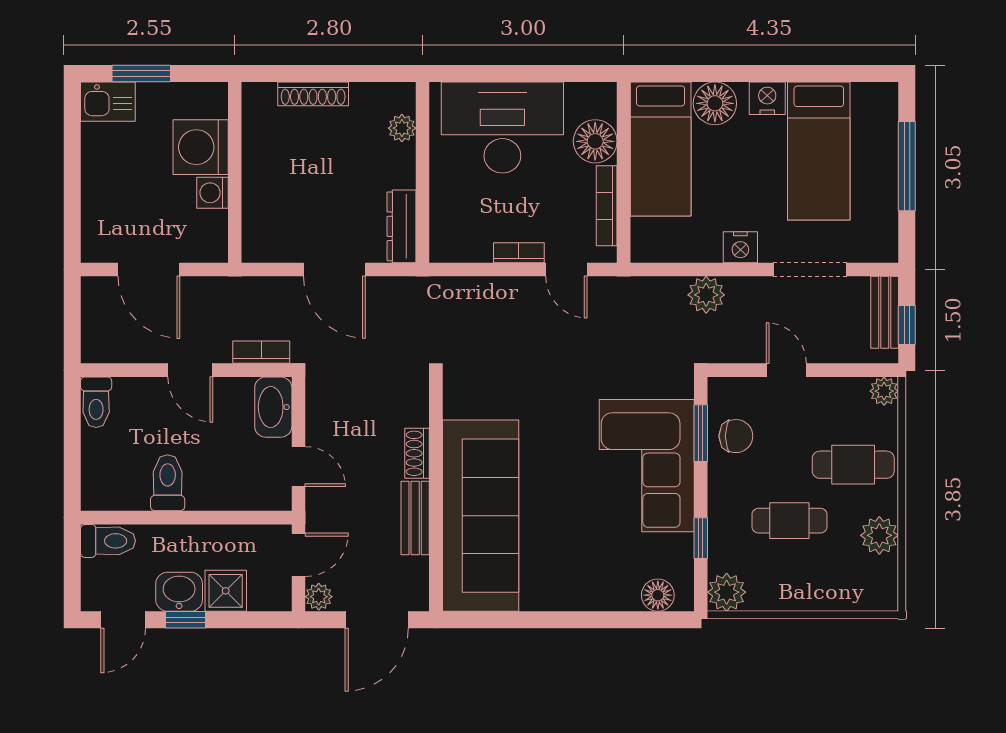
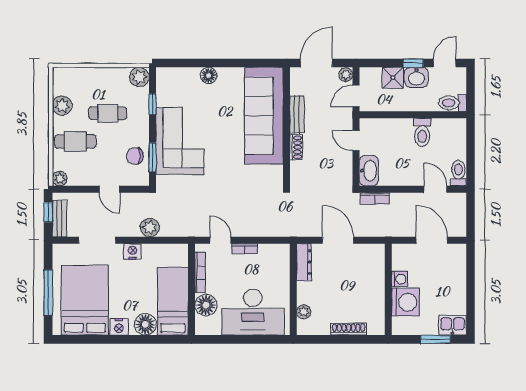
bed: (819, 151) -> (85, 300), width x1.50
door: (190, 370) -> (435, 189), moved
floor lamp: (658, 595) -> (209, 75), moved

